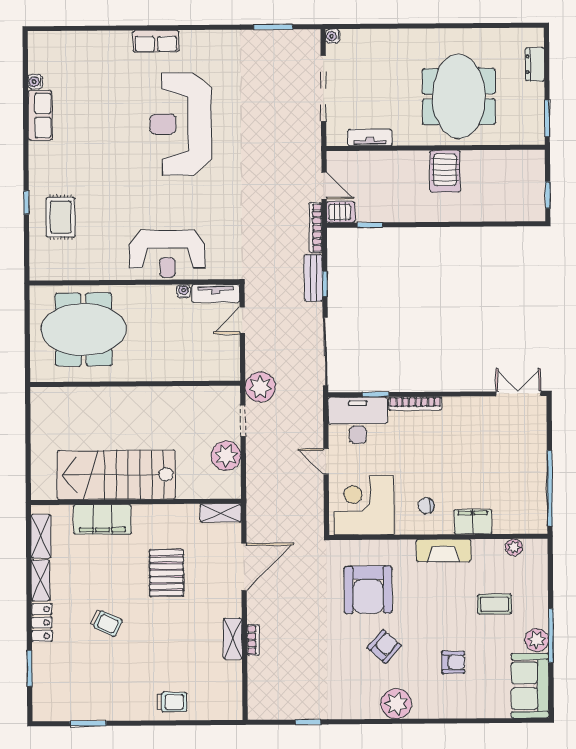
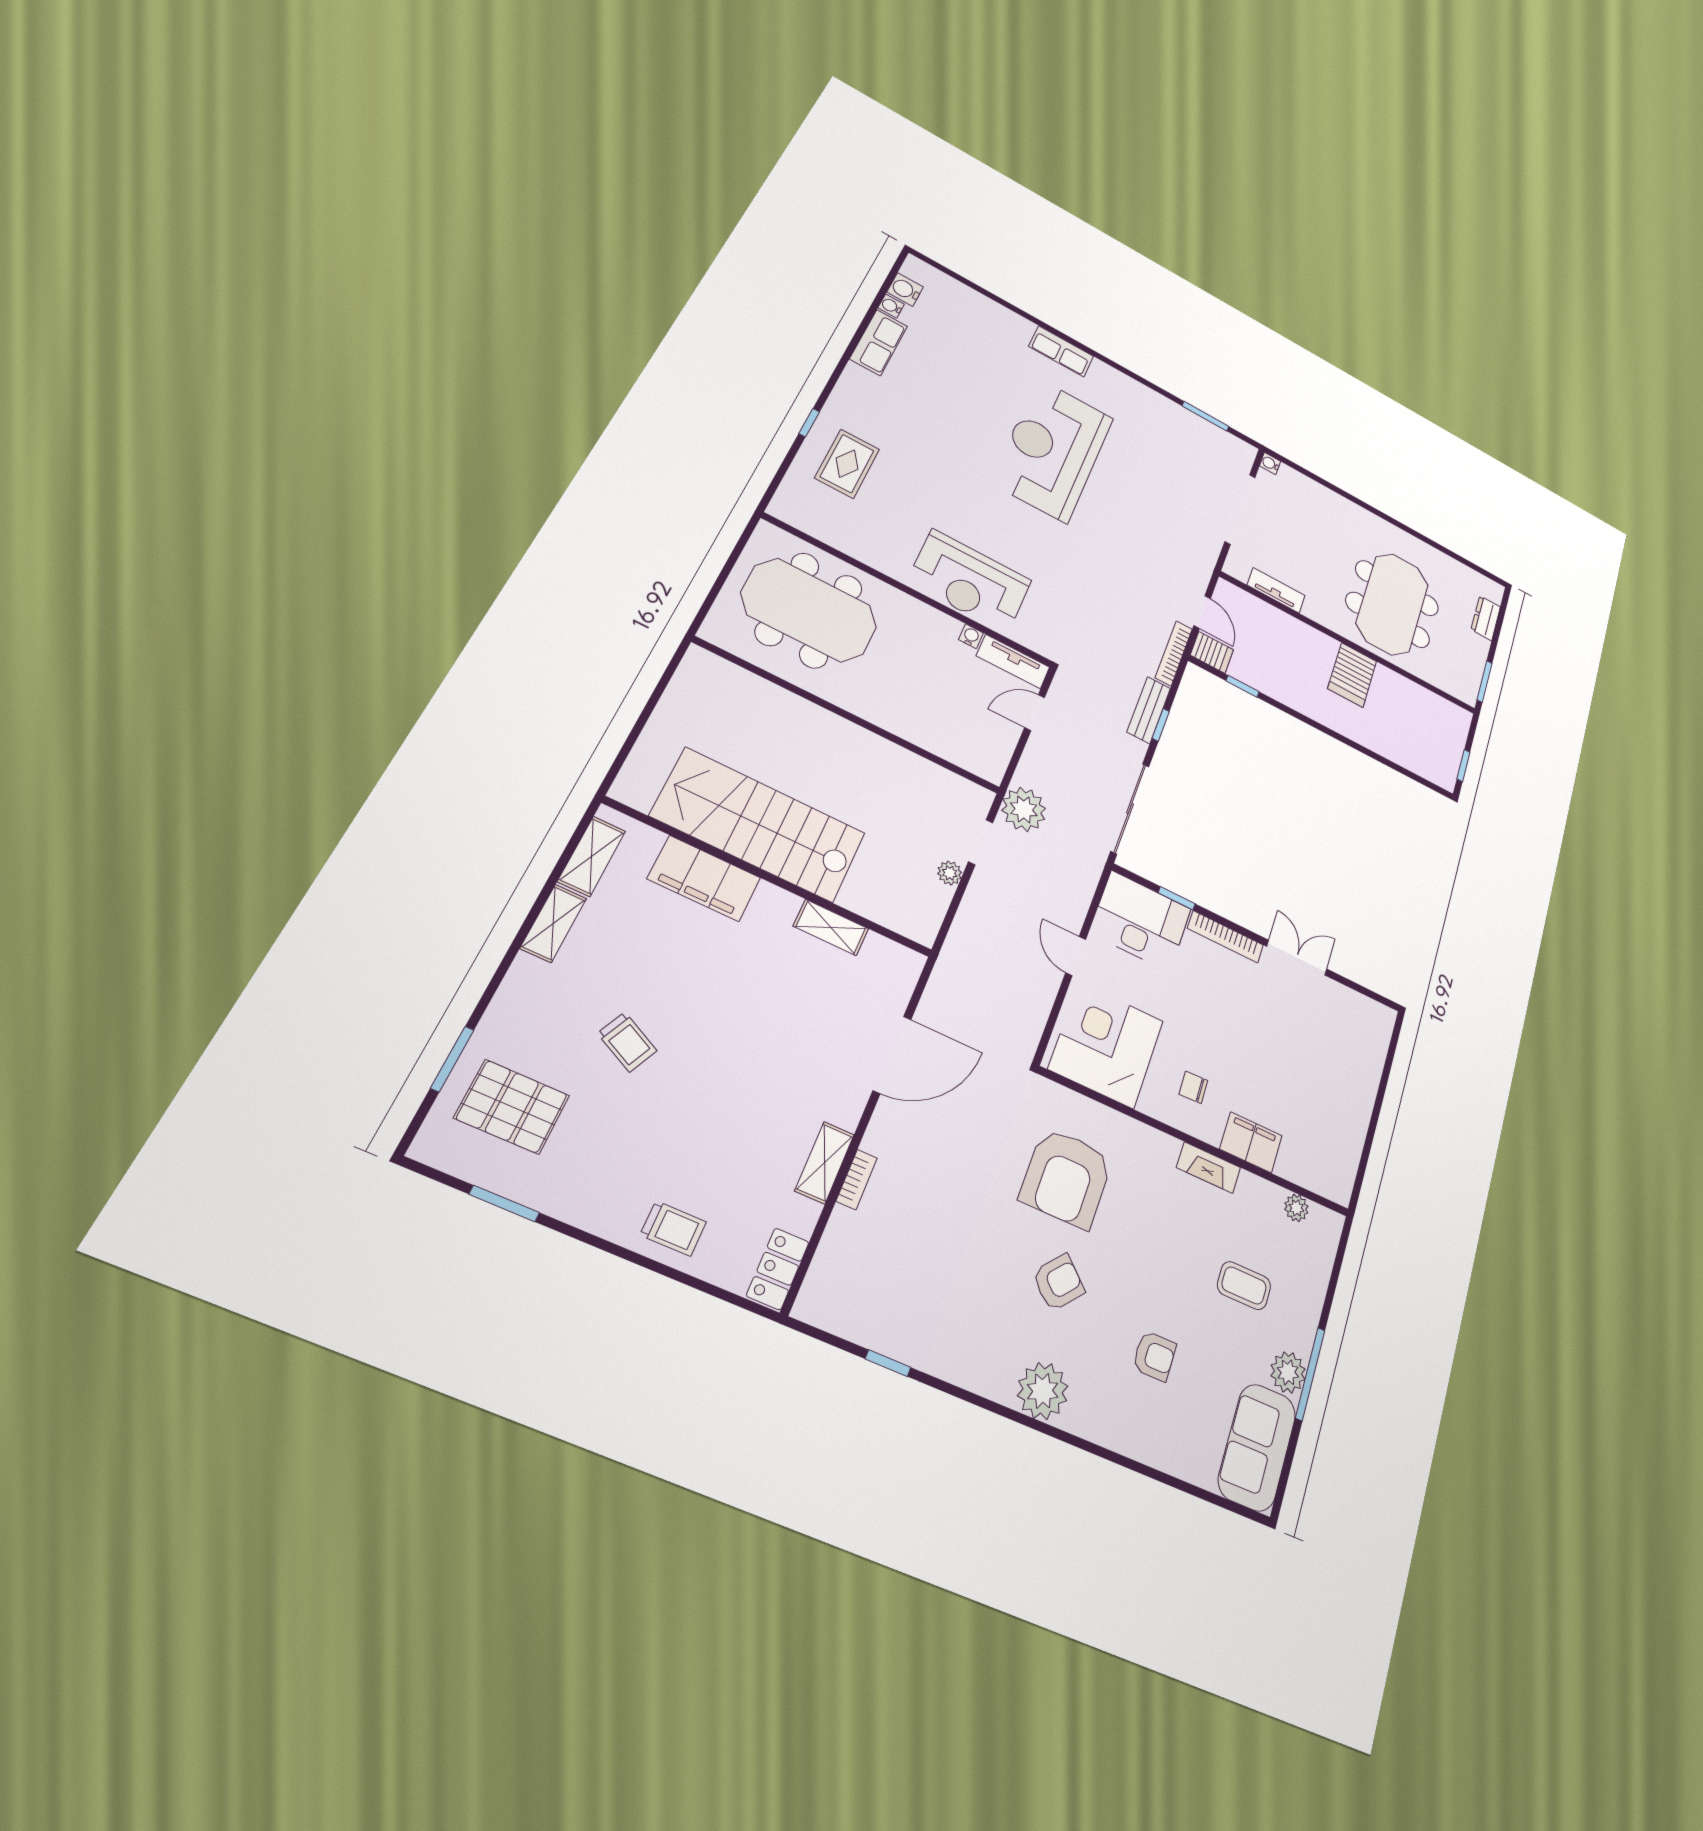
water cooler: (38, 63) -> (905, 290), added
double door: (518, 394) -> (1297, 958), moved
plant: (226, 456) -> (950, 873), width x0.53, depth x0.53
window: (550, 488) -> (1368, 1142), removed
shelving: (221, 513) -> (831, 927), moved
fireplace: (444, 551) -> (1208, 1168), width x0.73, depth x0.76
pallet: (166, 573) -> (512, 1107), moved, turned 90
locker: (42, 622) -> (778, 1269), moved, turned 180

